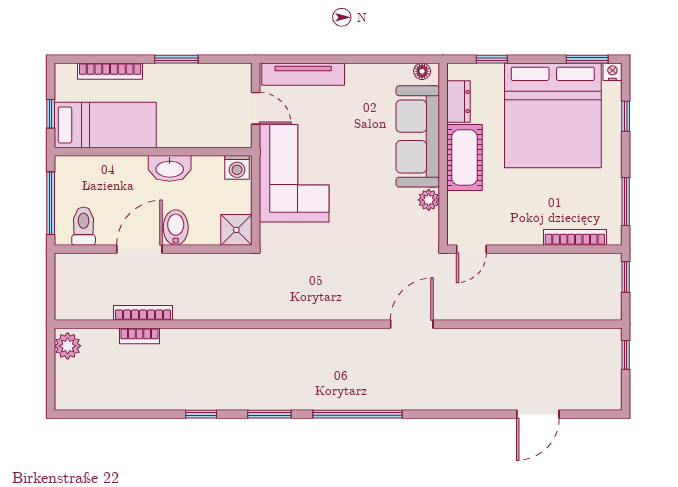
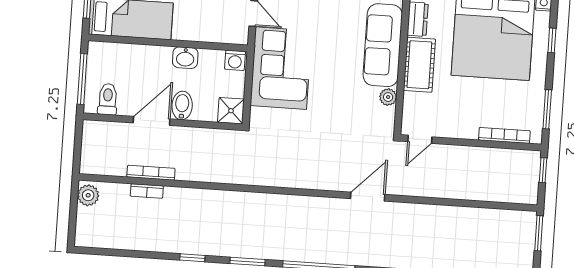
washbasin: (170, 168) -> (185, 58), width x0.72
window: (626, 355) -> (539, 233), width x1.50

